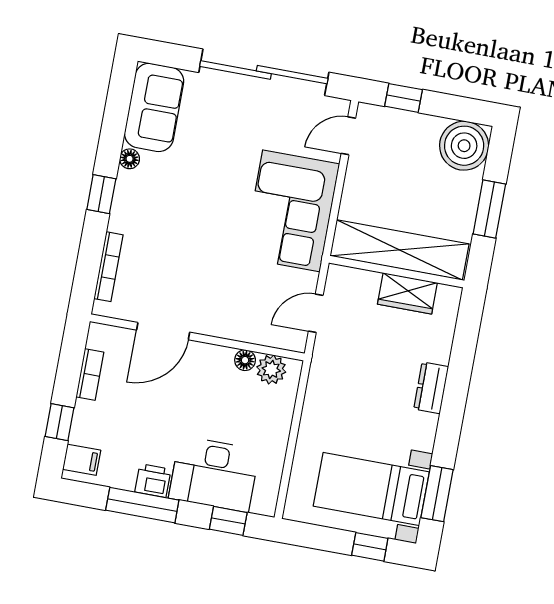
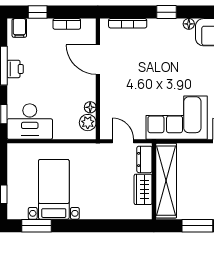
dresser: (431, 388) -> (144, 159), moved, turned -90
desk: (214, 474) -> (30, 122), moved, turned -90
bed with nightstands: (371, 489) -> (54, 189), moved

